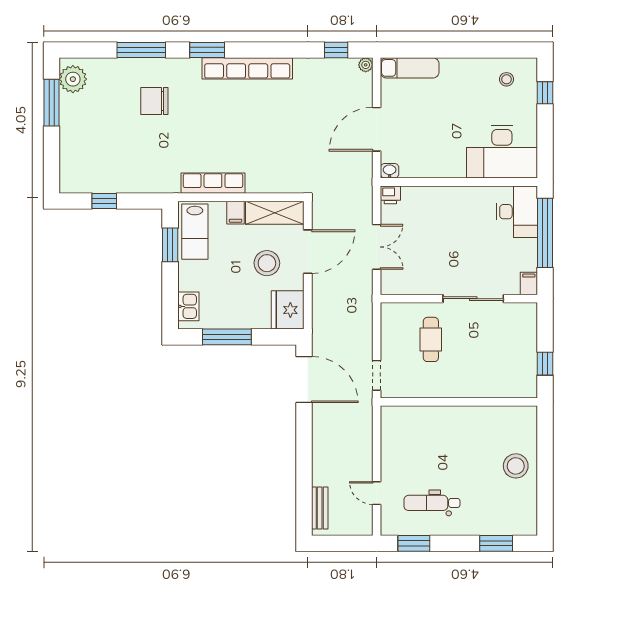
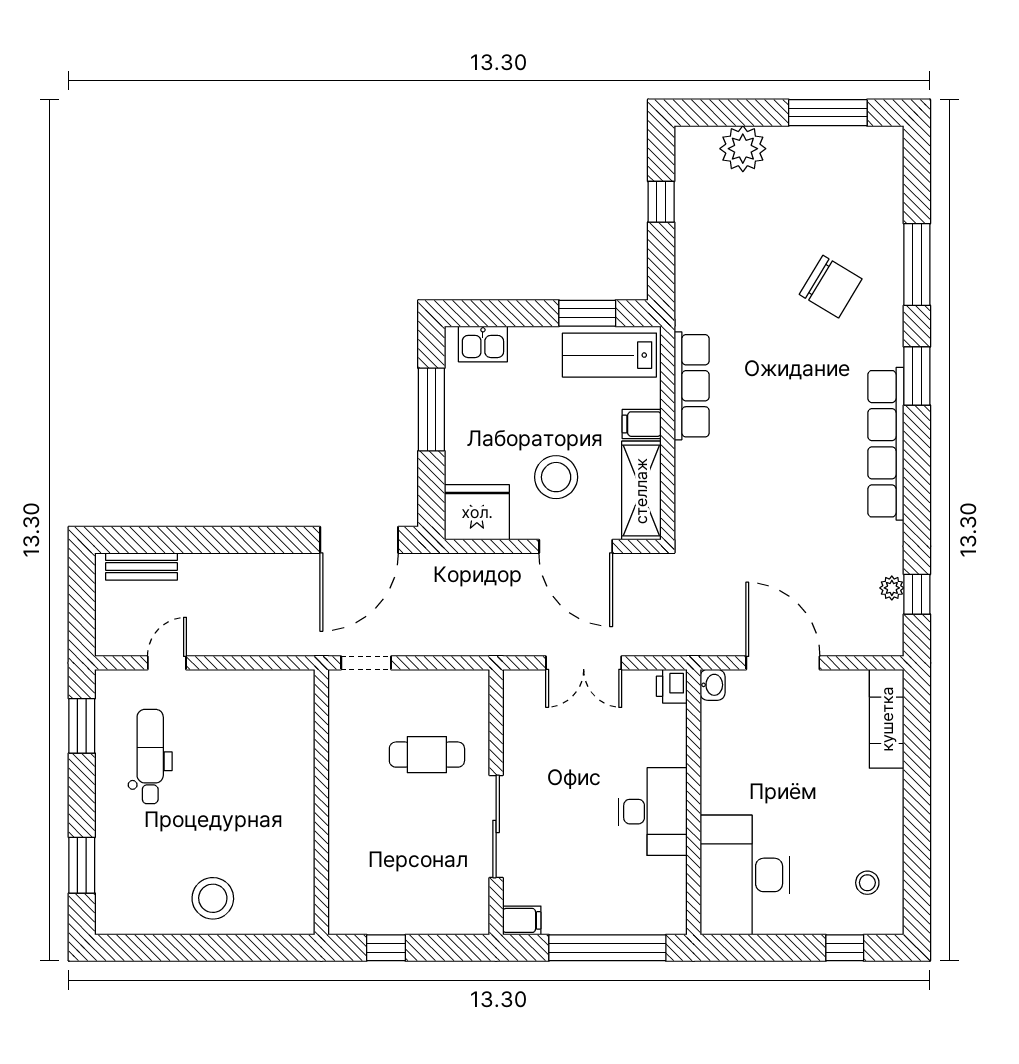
plant: (366, 65) -> (892, 588), moved
plant: (73, 79) -> (743, 149), moved
chair: (154, 101) -> (831, 287), turned 121
desk: (517, 212) -> (653, 812), moved, turned -90

